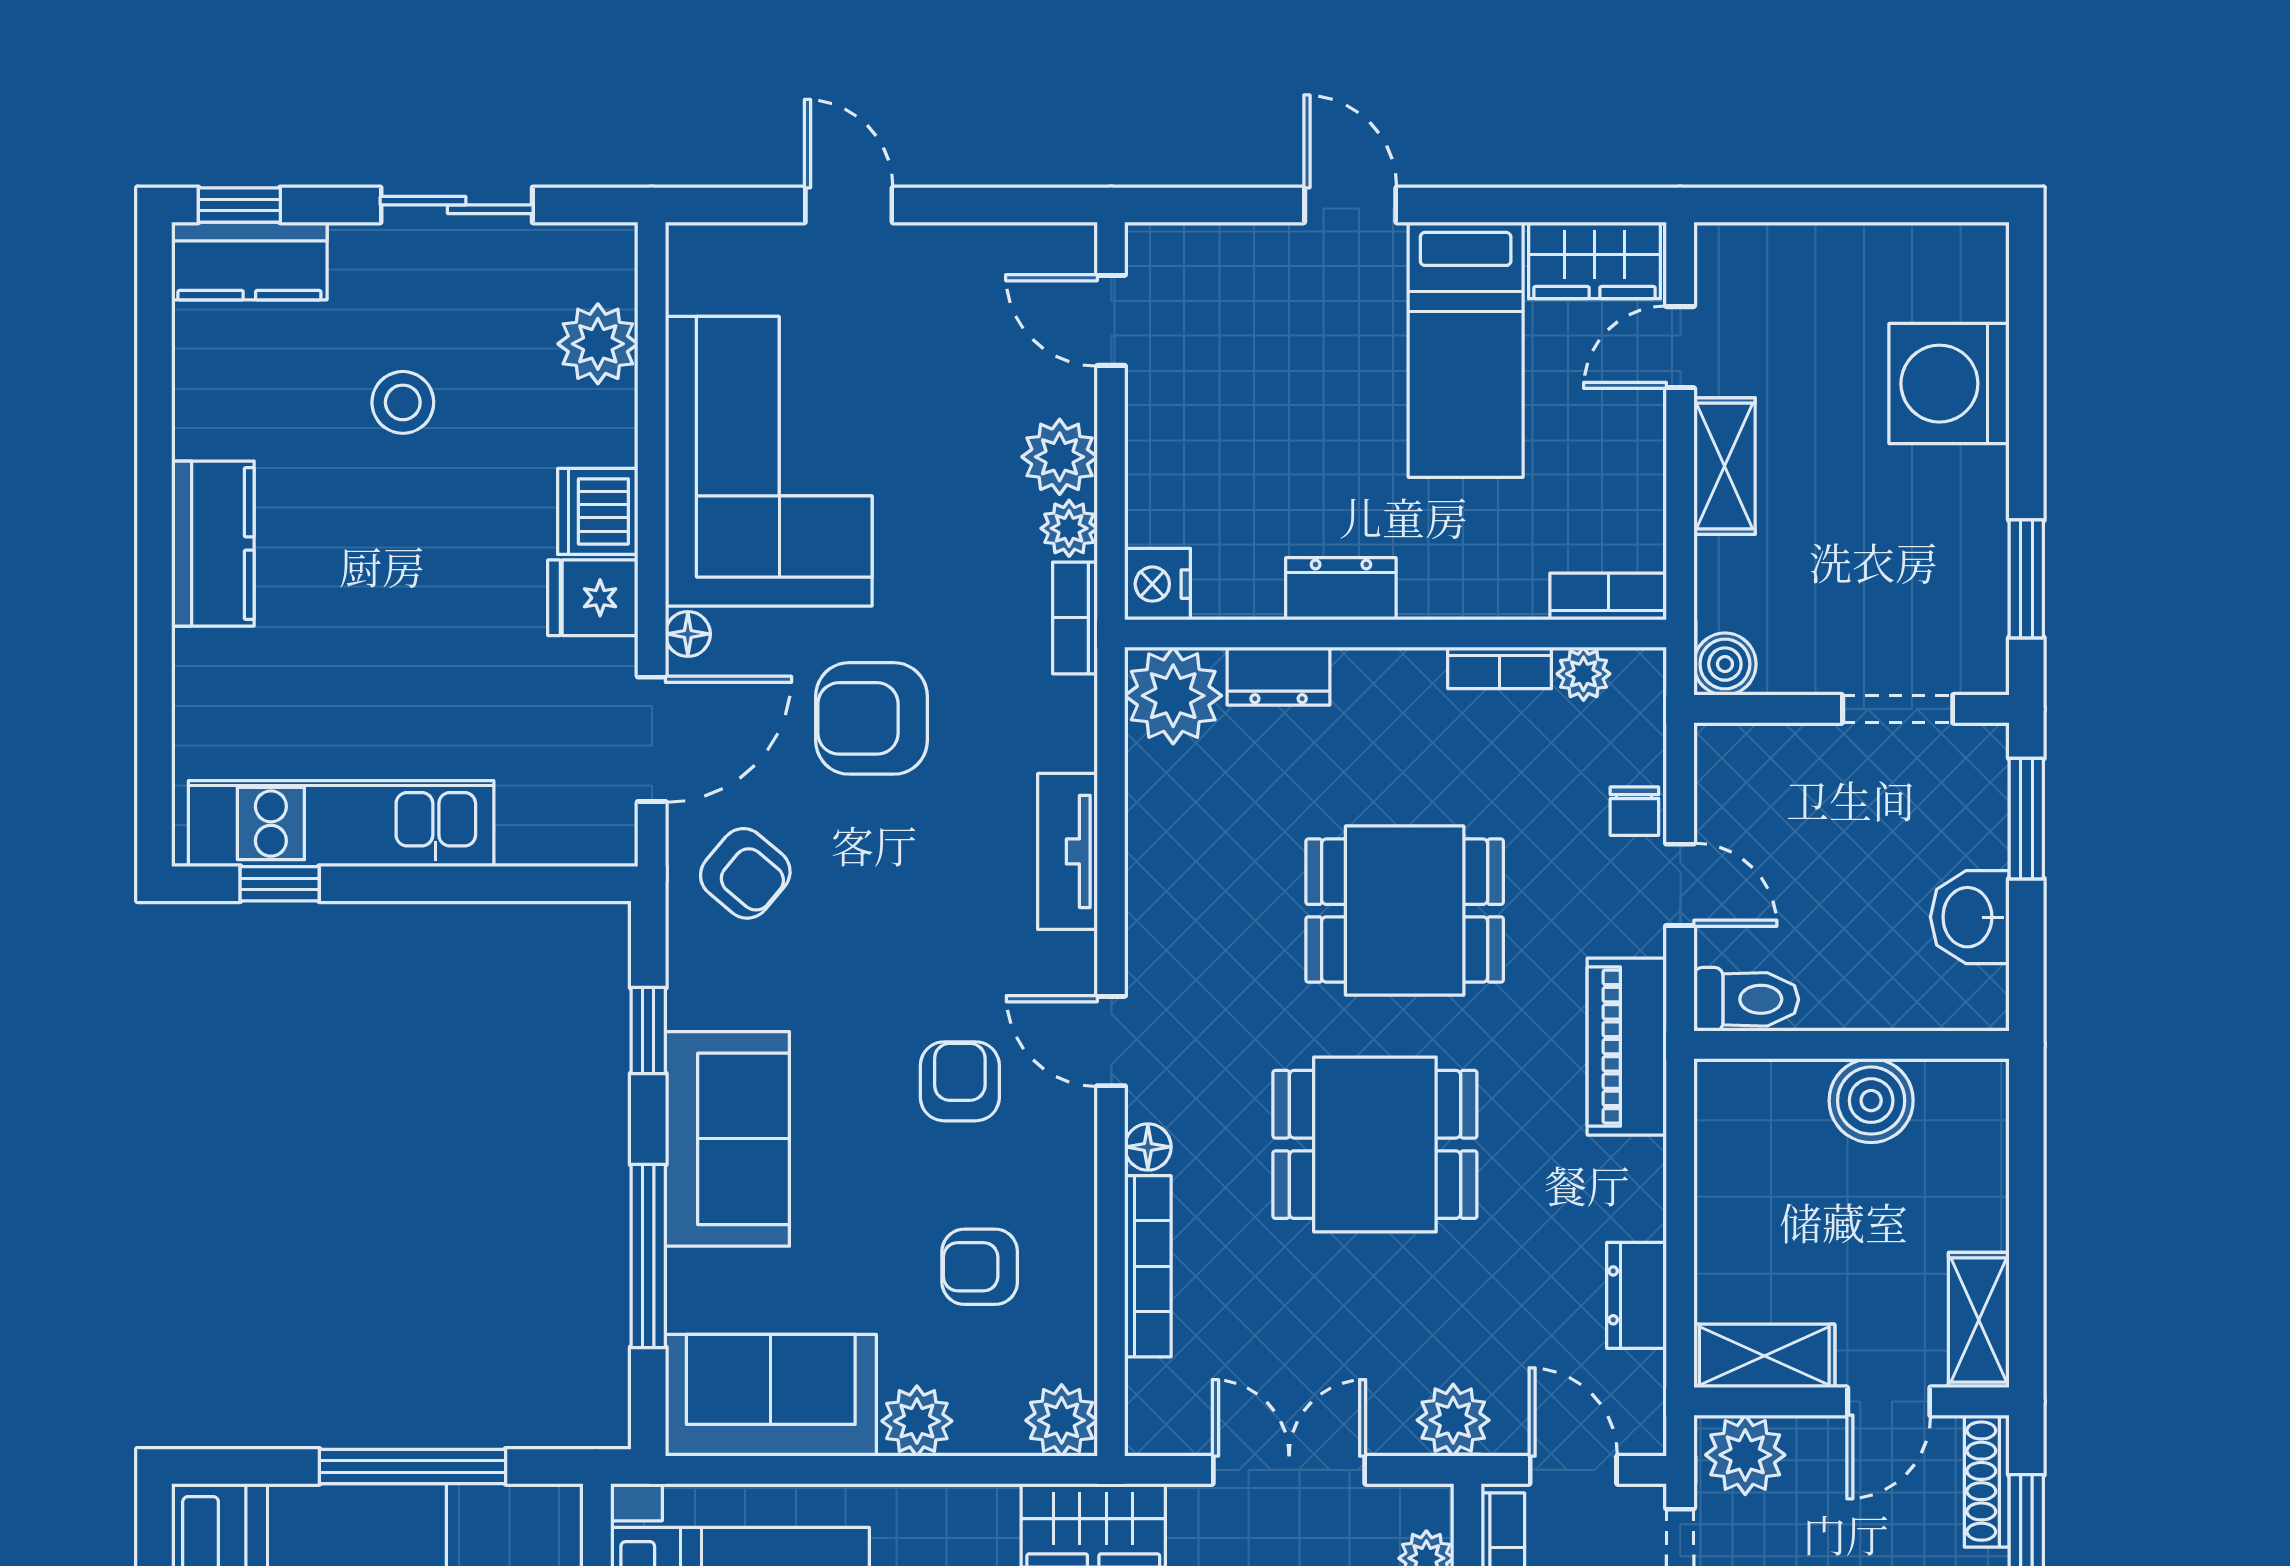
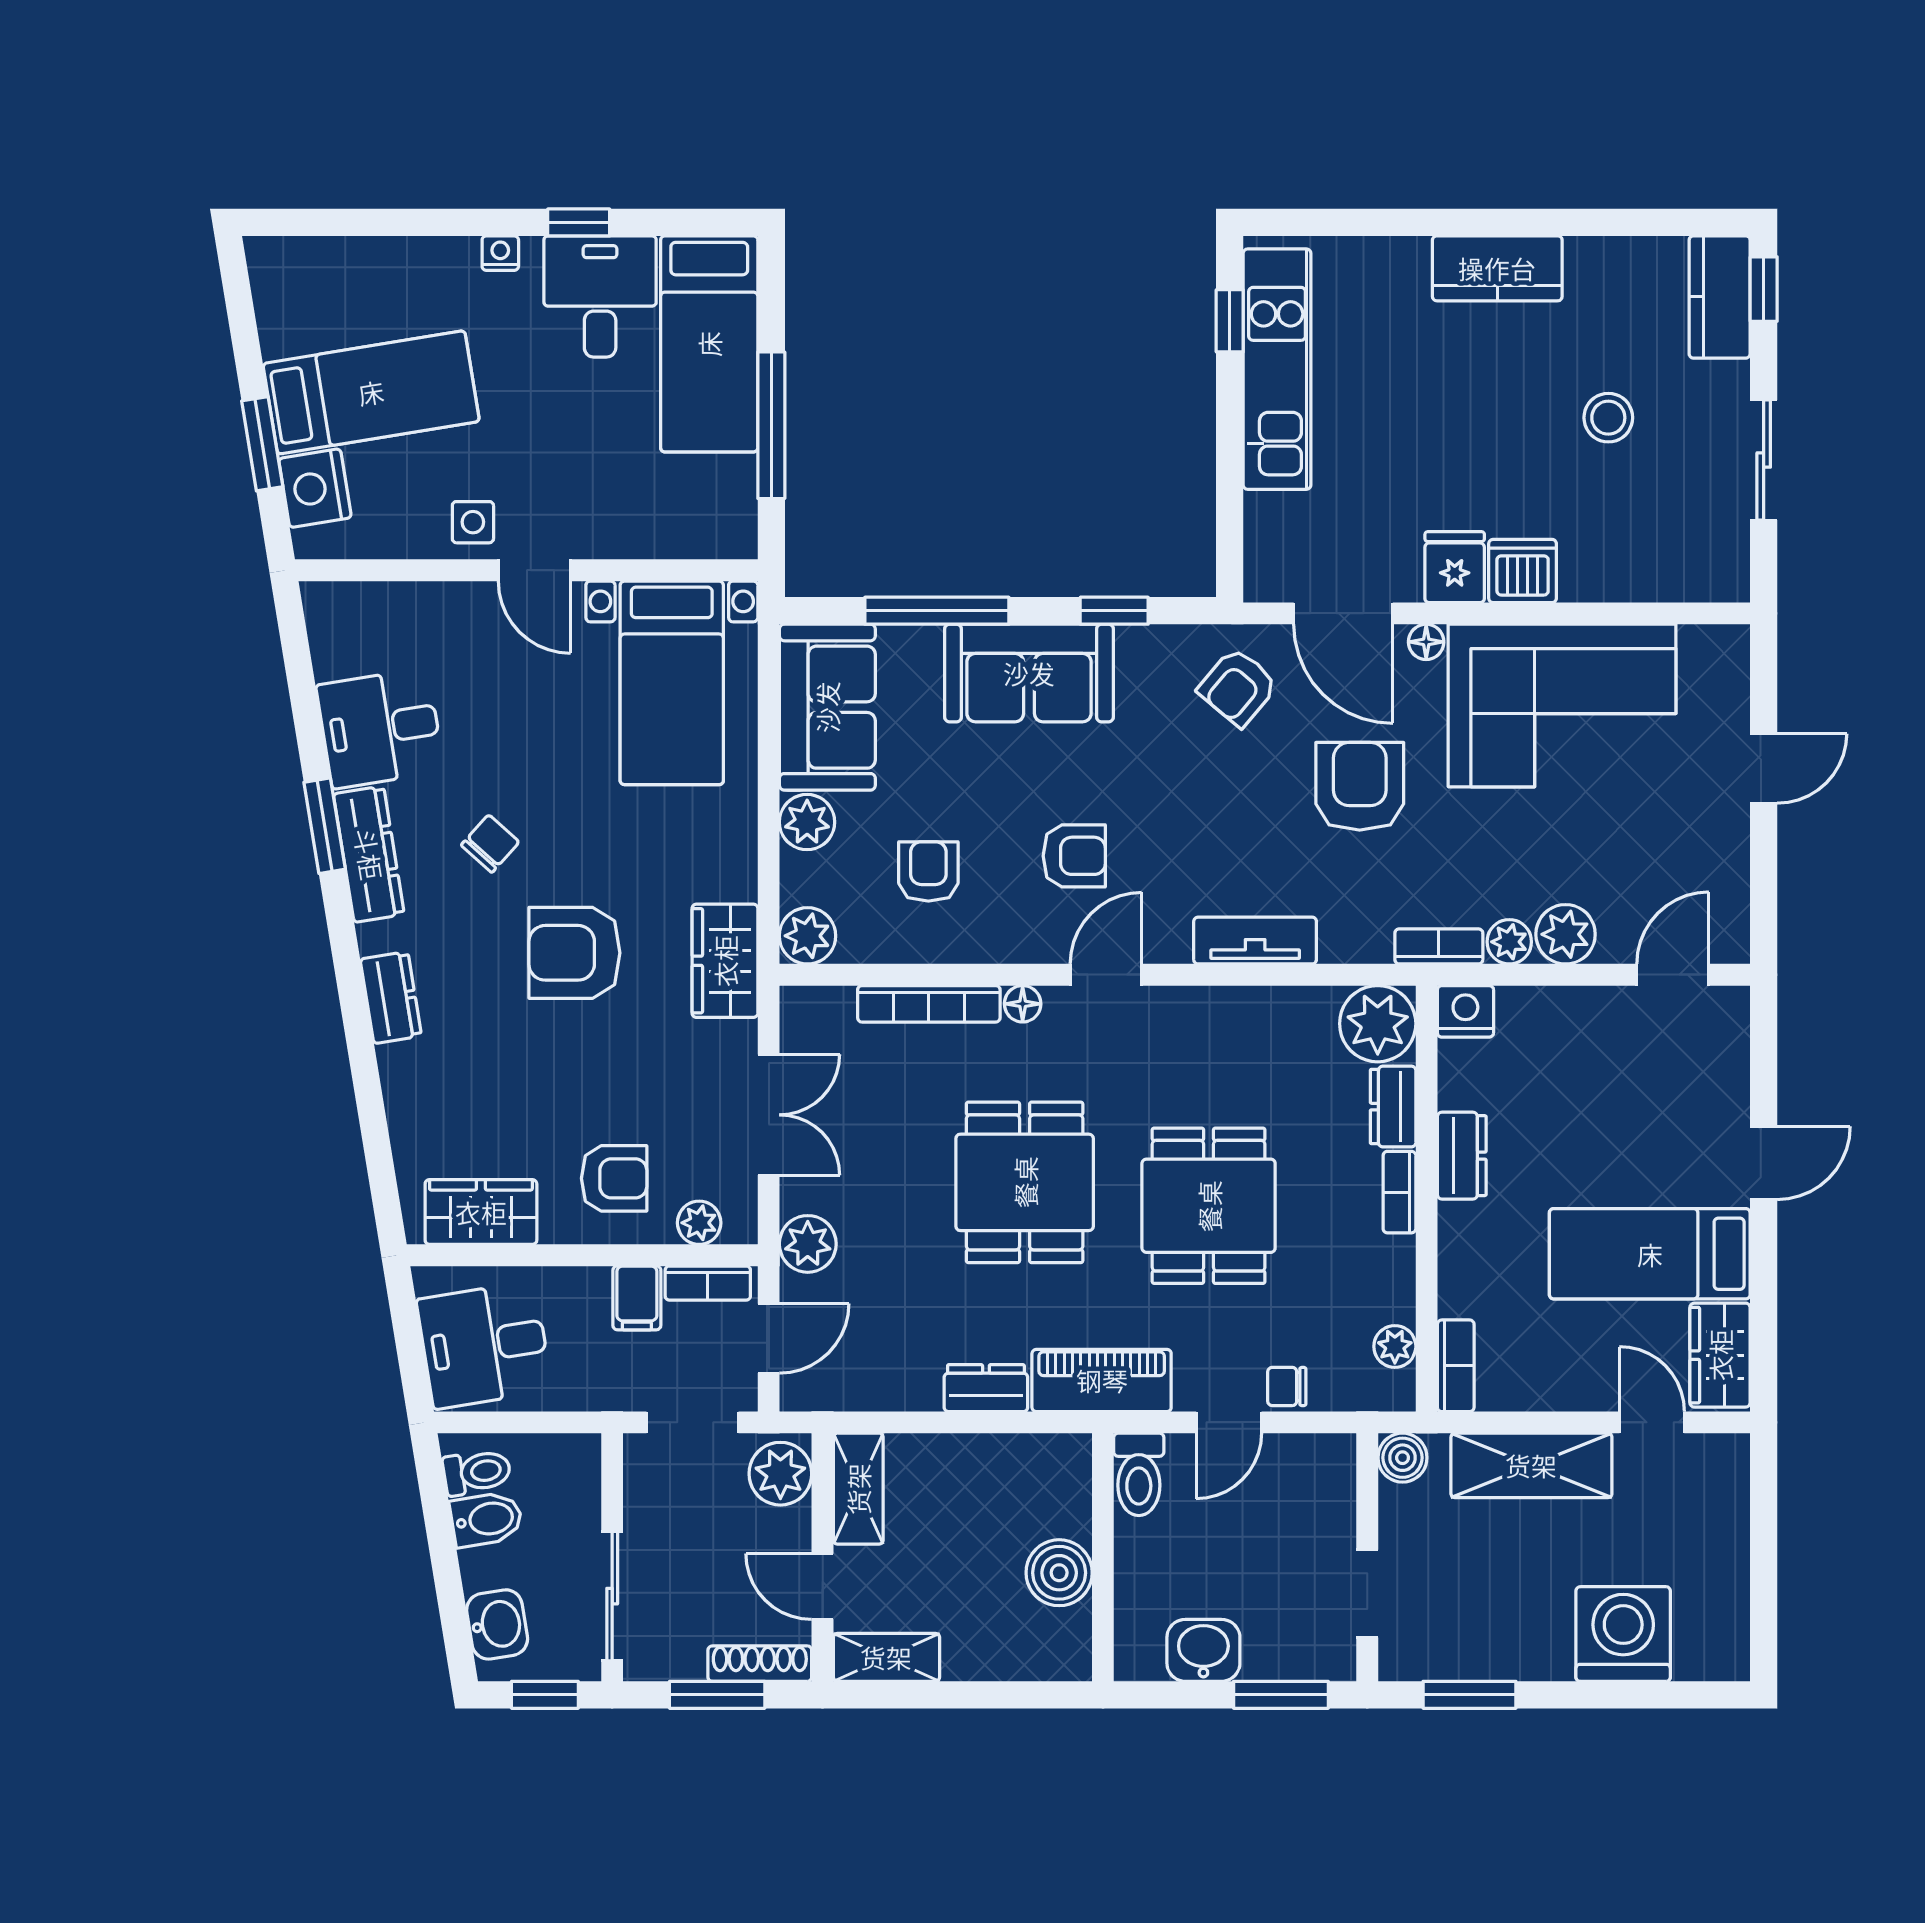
plant: (598, 344) -> (1654, 571), removed
shelving: (1724, 466) -> (1531, 1465), width x1.50, depth x1.33
bookcase: (1500, 668) -> (1399, 1192), moved
dresser: (1637, 1295) -> (986, 1388), moved

